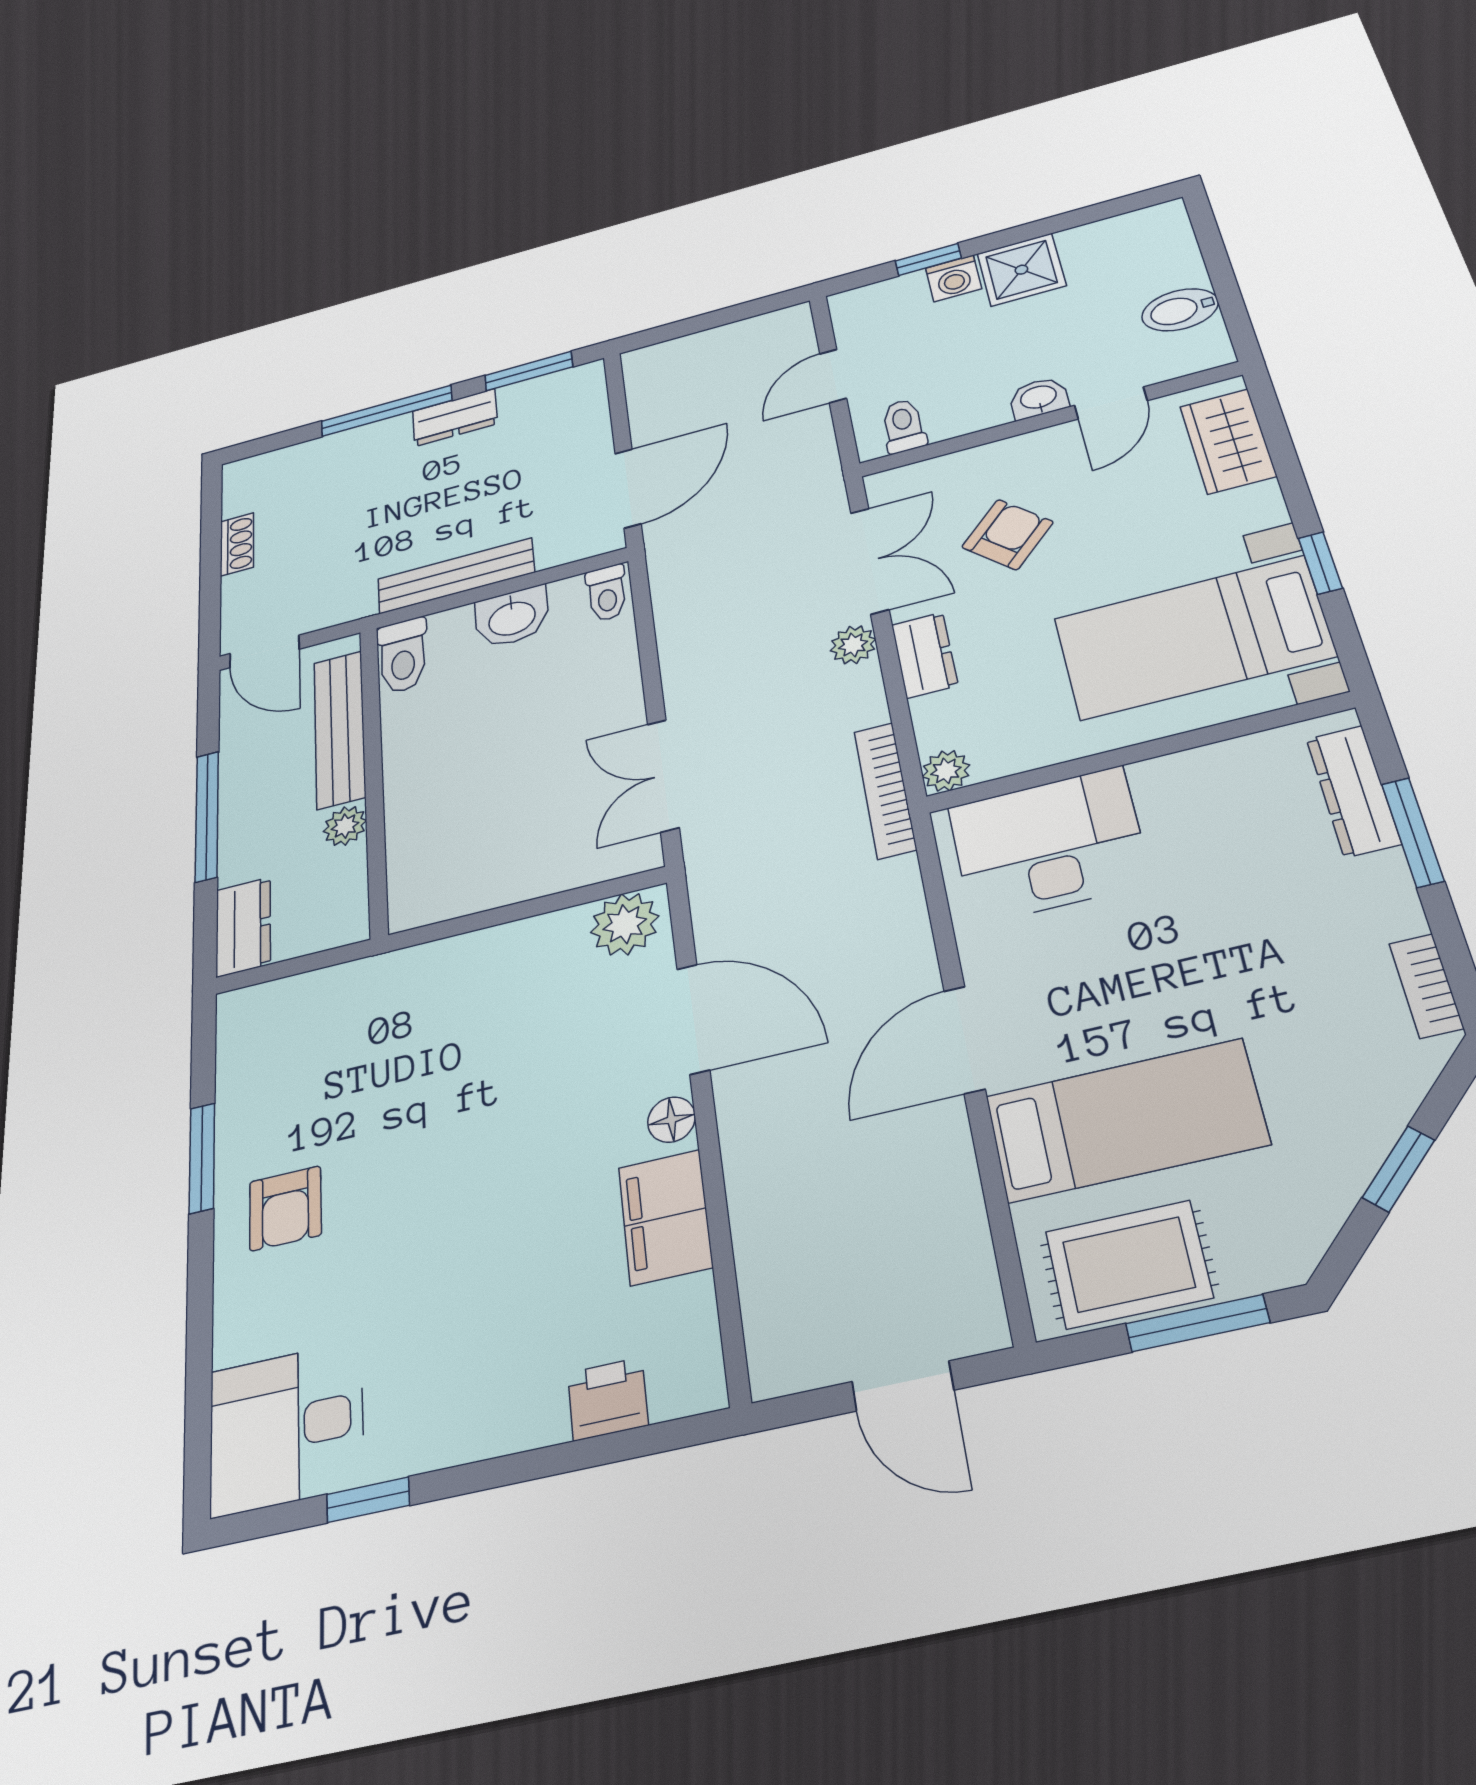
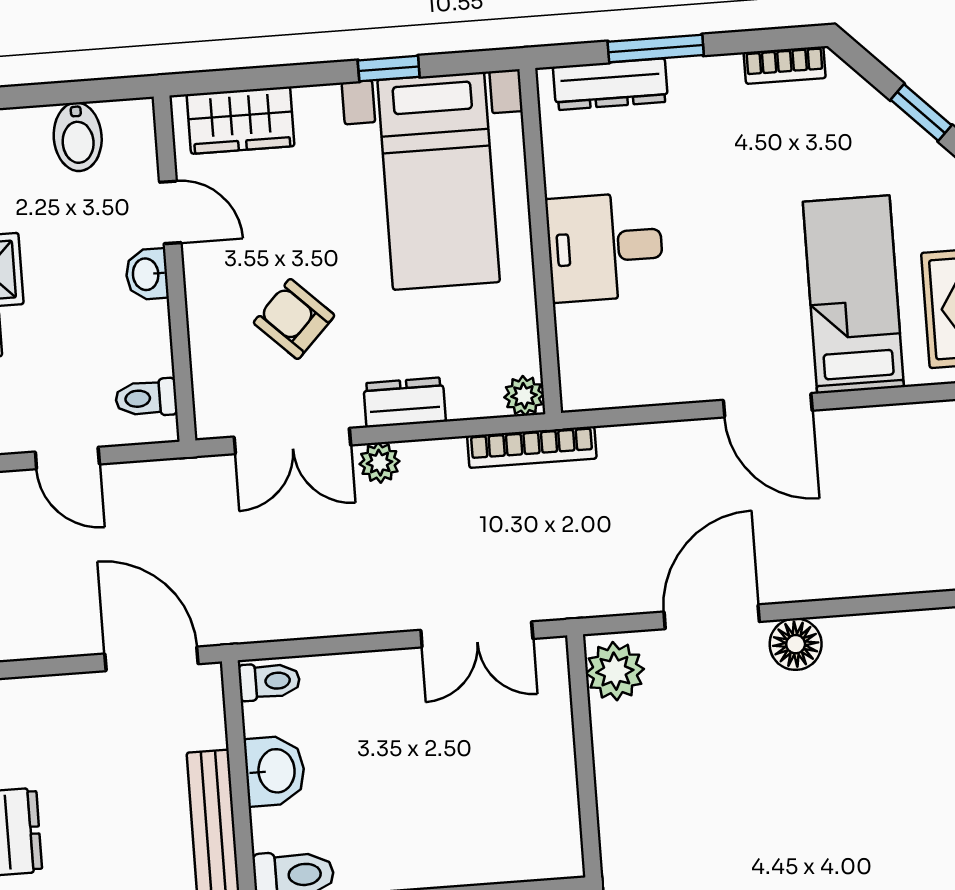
double door: (870, 561) -> (292, 441), swing flipped
desk: (1048, 845) -> (605, 247), moved, width x0.73
floor lamp: (671, 1120) -> (796, 644), width x1.37, depth x1.37
filing cabinet: (665, 1217) -> (874, 644), removed

